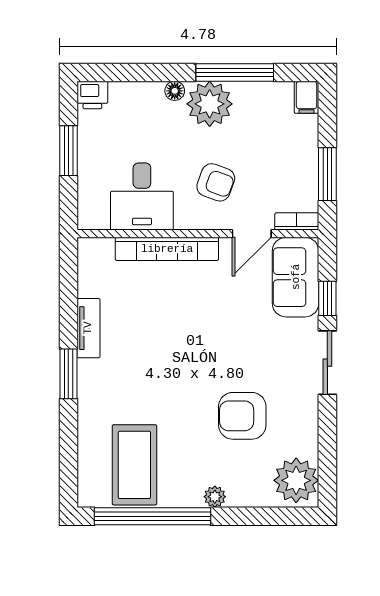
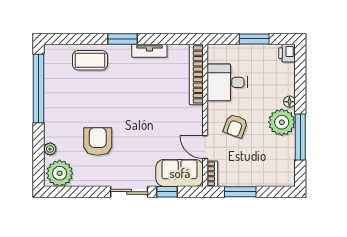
filing cabinet: (307, 97) -> (286, 179), removed
bookcase: (167, 249) -> (196, 74), moved
coffee table: (134, 465) -> (90, 60), moved, width x0.73, depth x0.76
plant: (215, 497) -> (50, 149), moved

